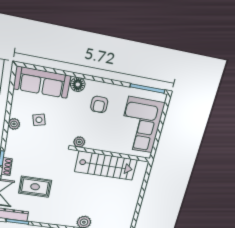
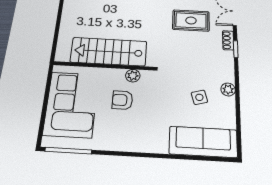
floor lamp: (78, 84) -> (159, 145), removed
armchair: (99, 104) -> (122, 100), moved, turned -90
plant: (79, 142) -> (133, 76), moved

